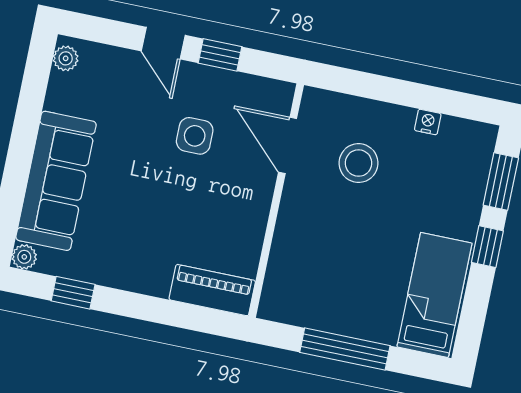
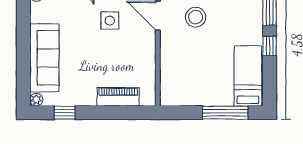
piano: (212, 290) -> (118, 97), moved
window: (345, 349) -> (225, 113), moved

